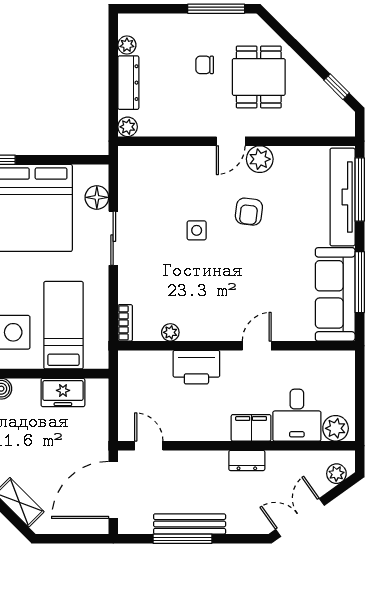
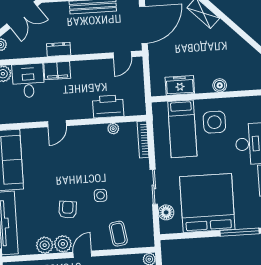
plant: (288, 159) -> (45, 245), added
coffee table: (173, 169) -> (118, 234), added
bookcase: (125, 323) -> (143, 139), width x1.56
printer: (196, 367) -> (108, 106), moved
door: (149, 446) -> (122, 55), hinge flipped

